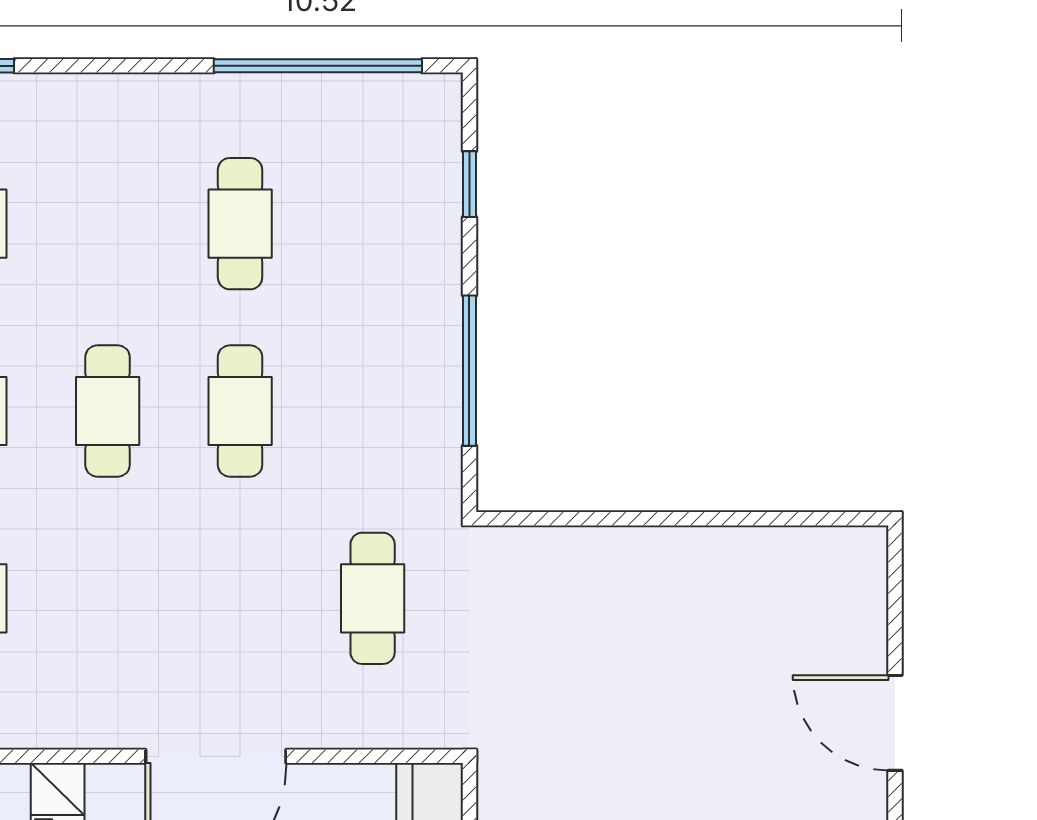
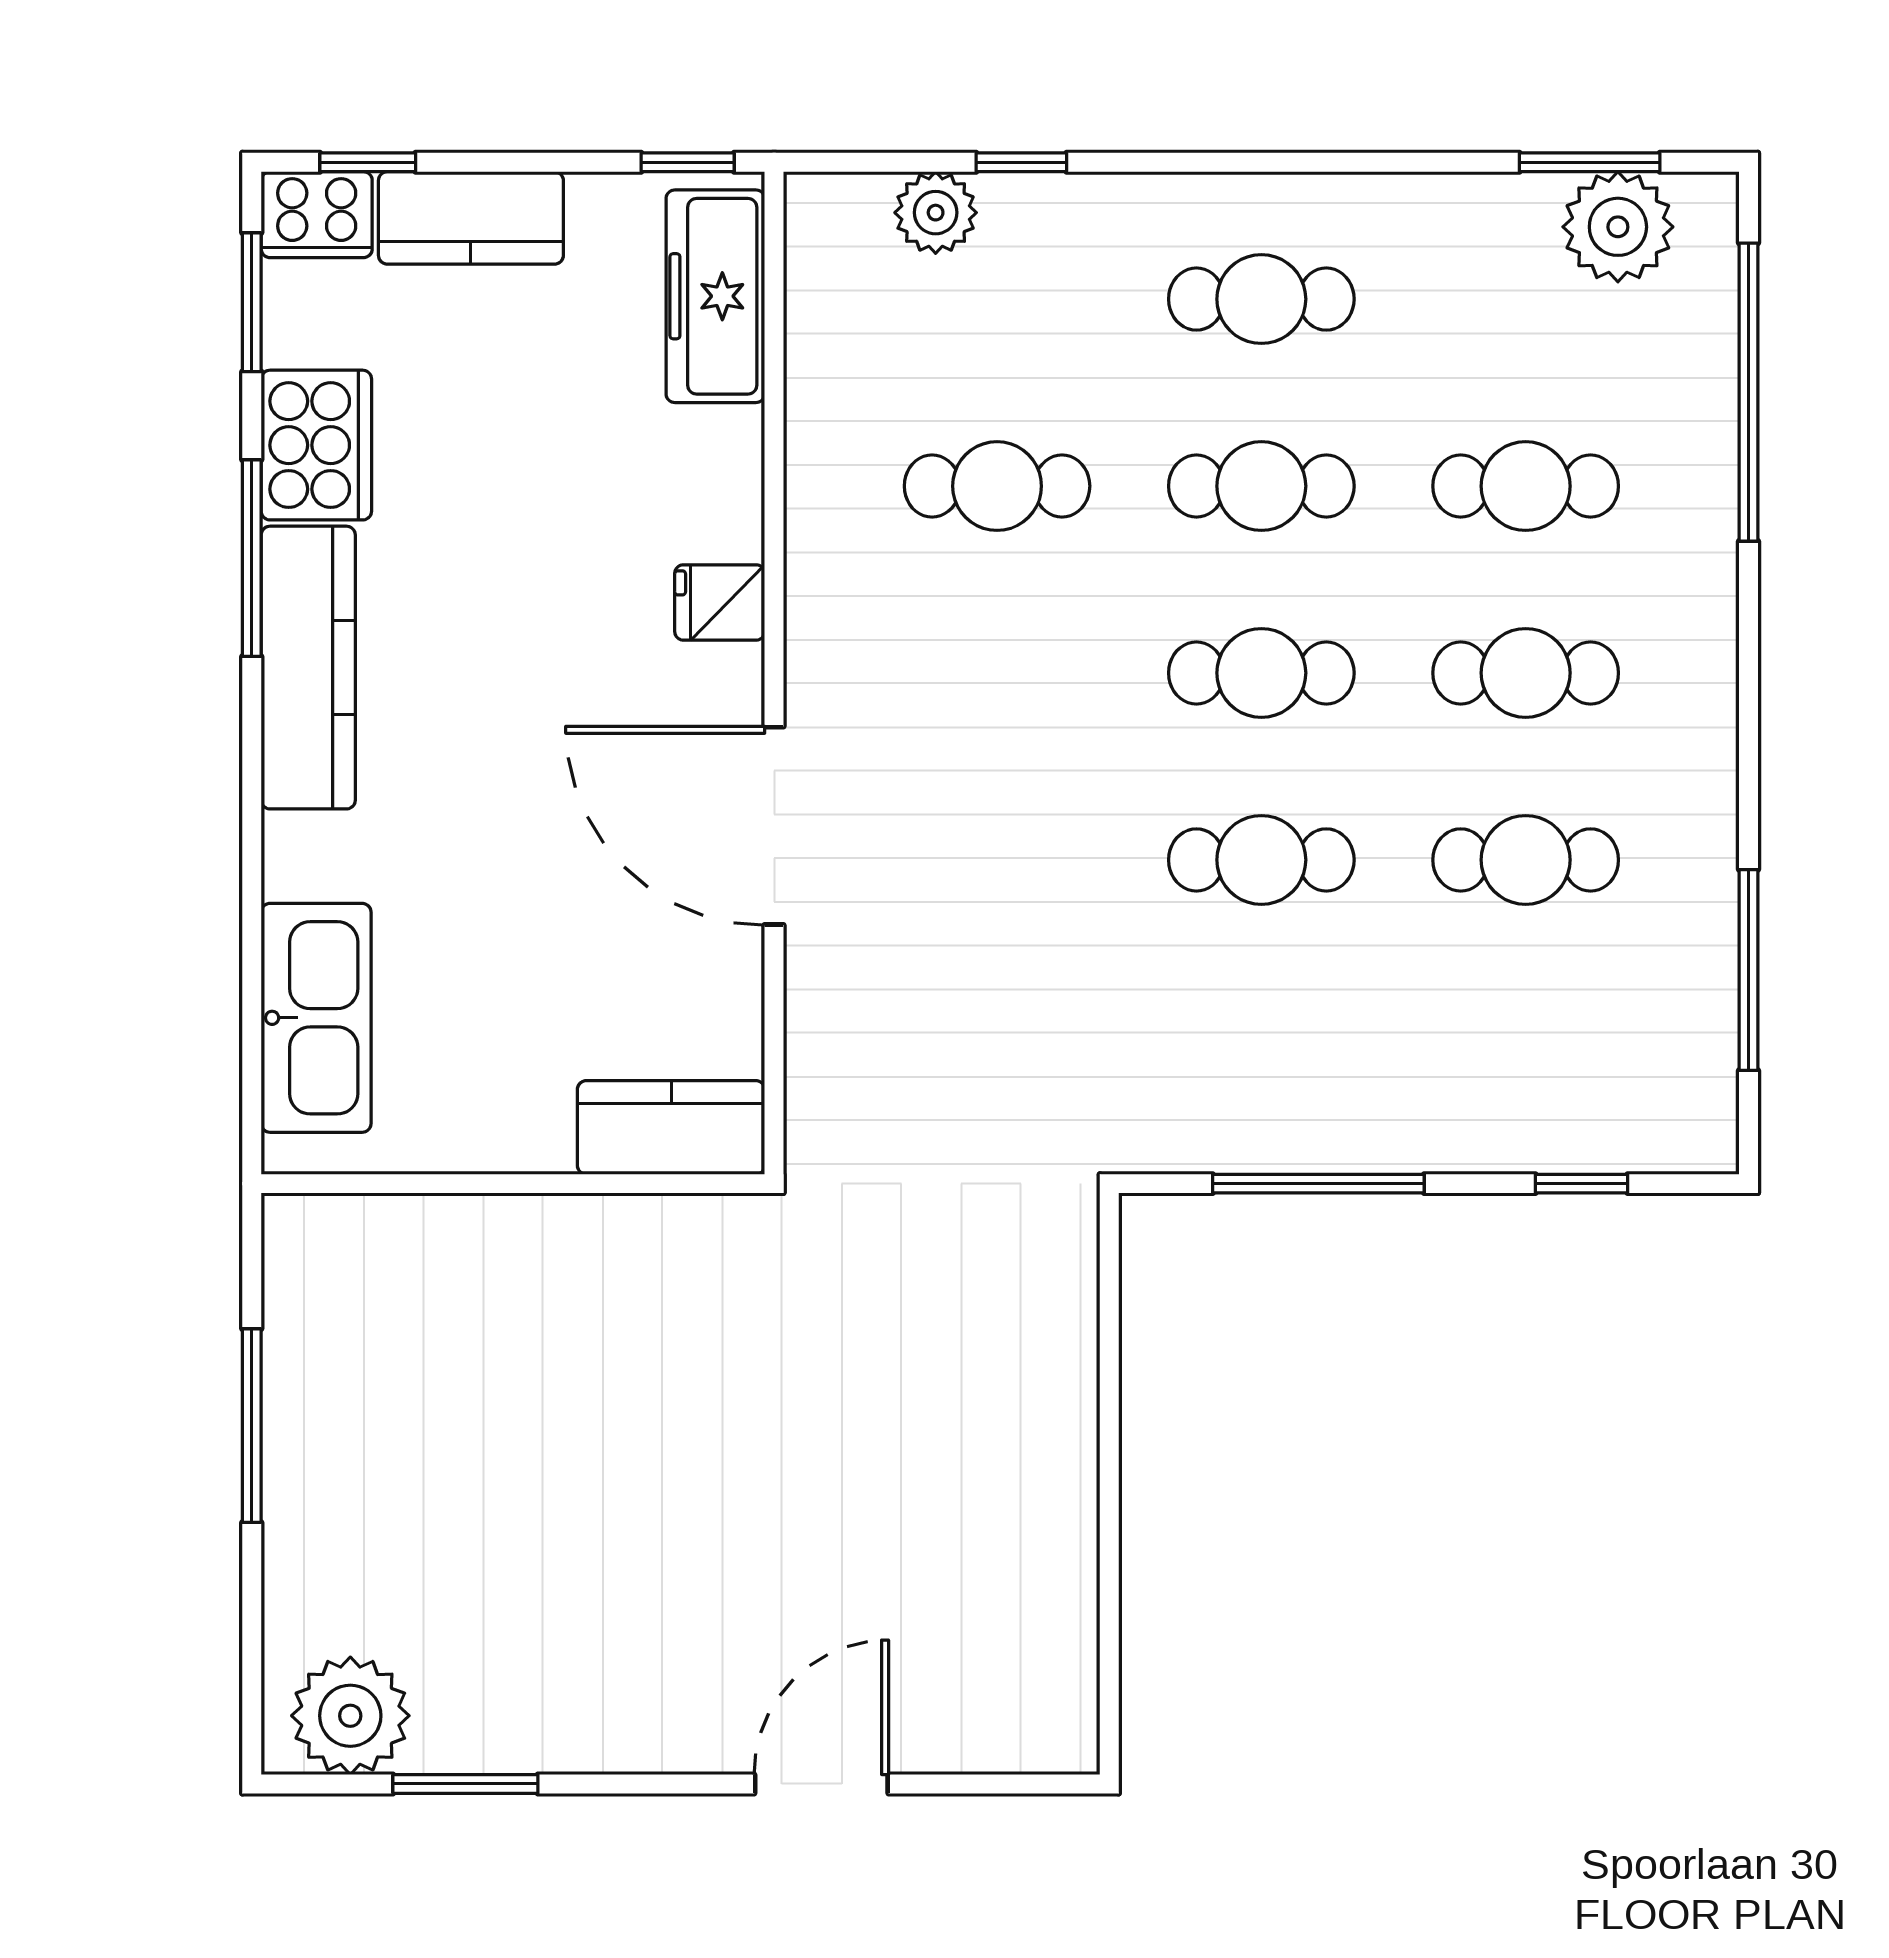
window: (318, 66) -> (1749, 970), width x0.68
cafe table: (373, 598) -> (1526, 673), moved

